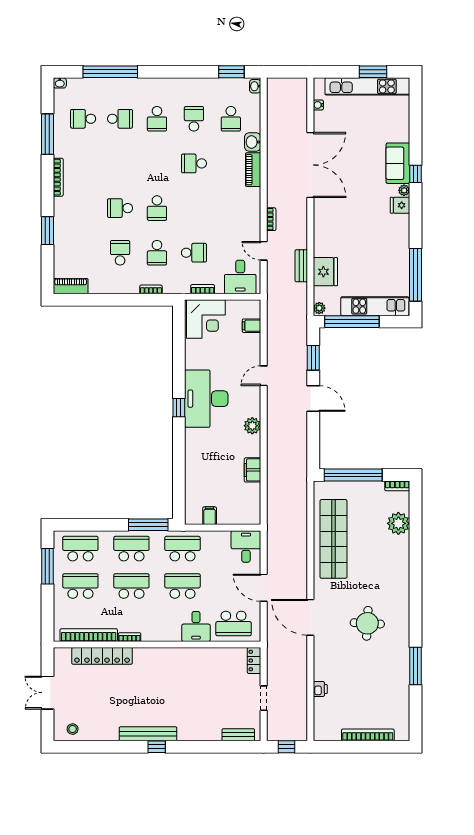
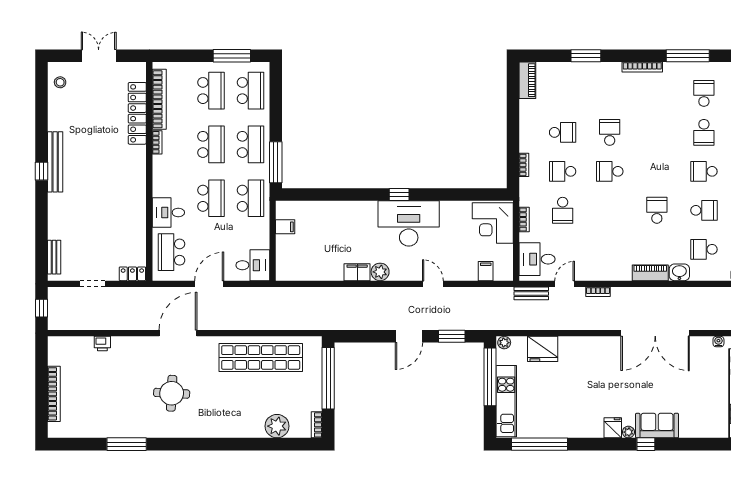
bench: (301, 266) -> (531, 293), moved
filing cabinet: (253, 470) -> (357, 272), moved

